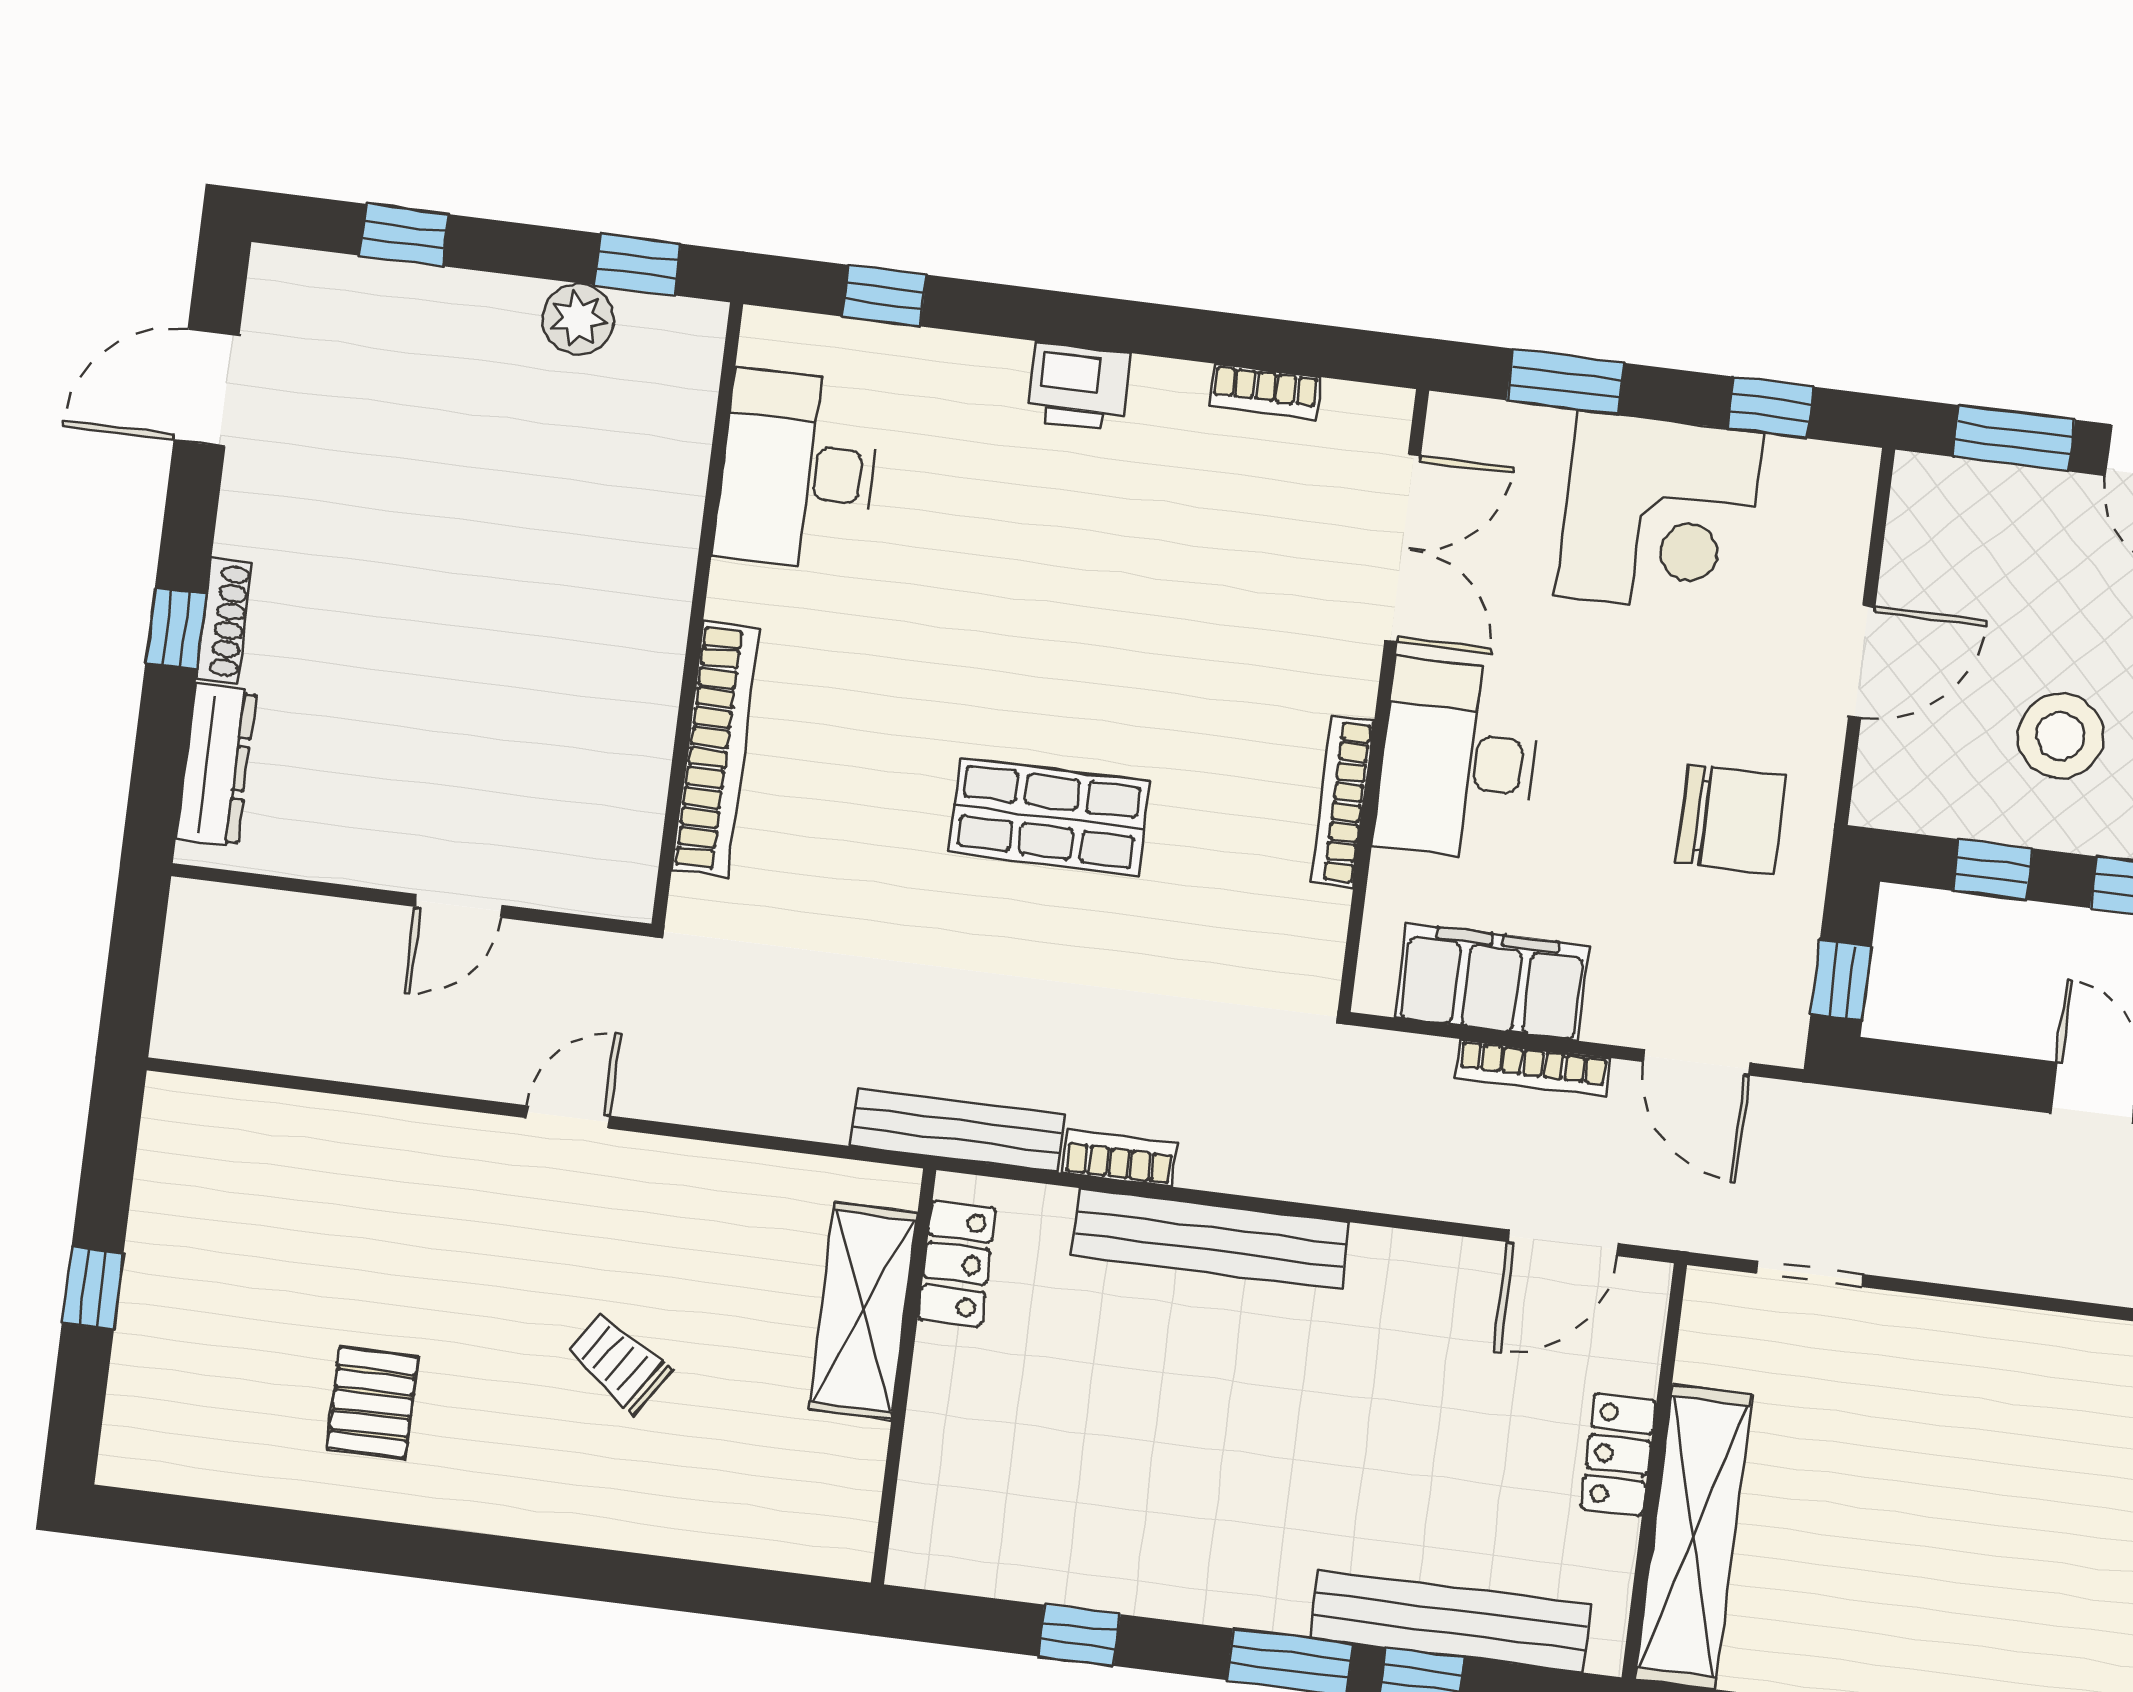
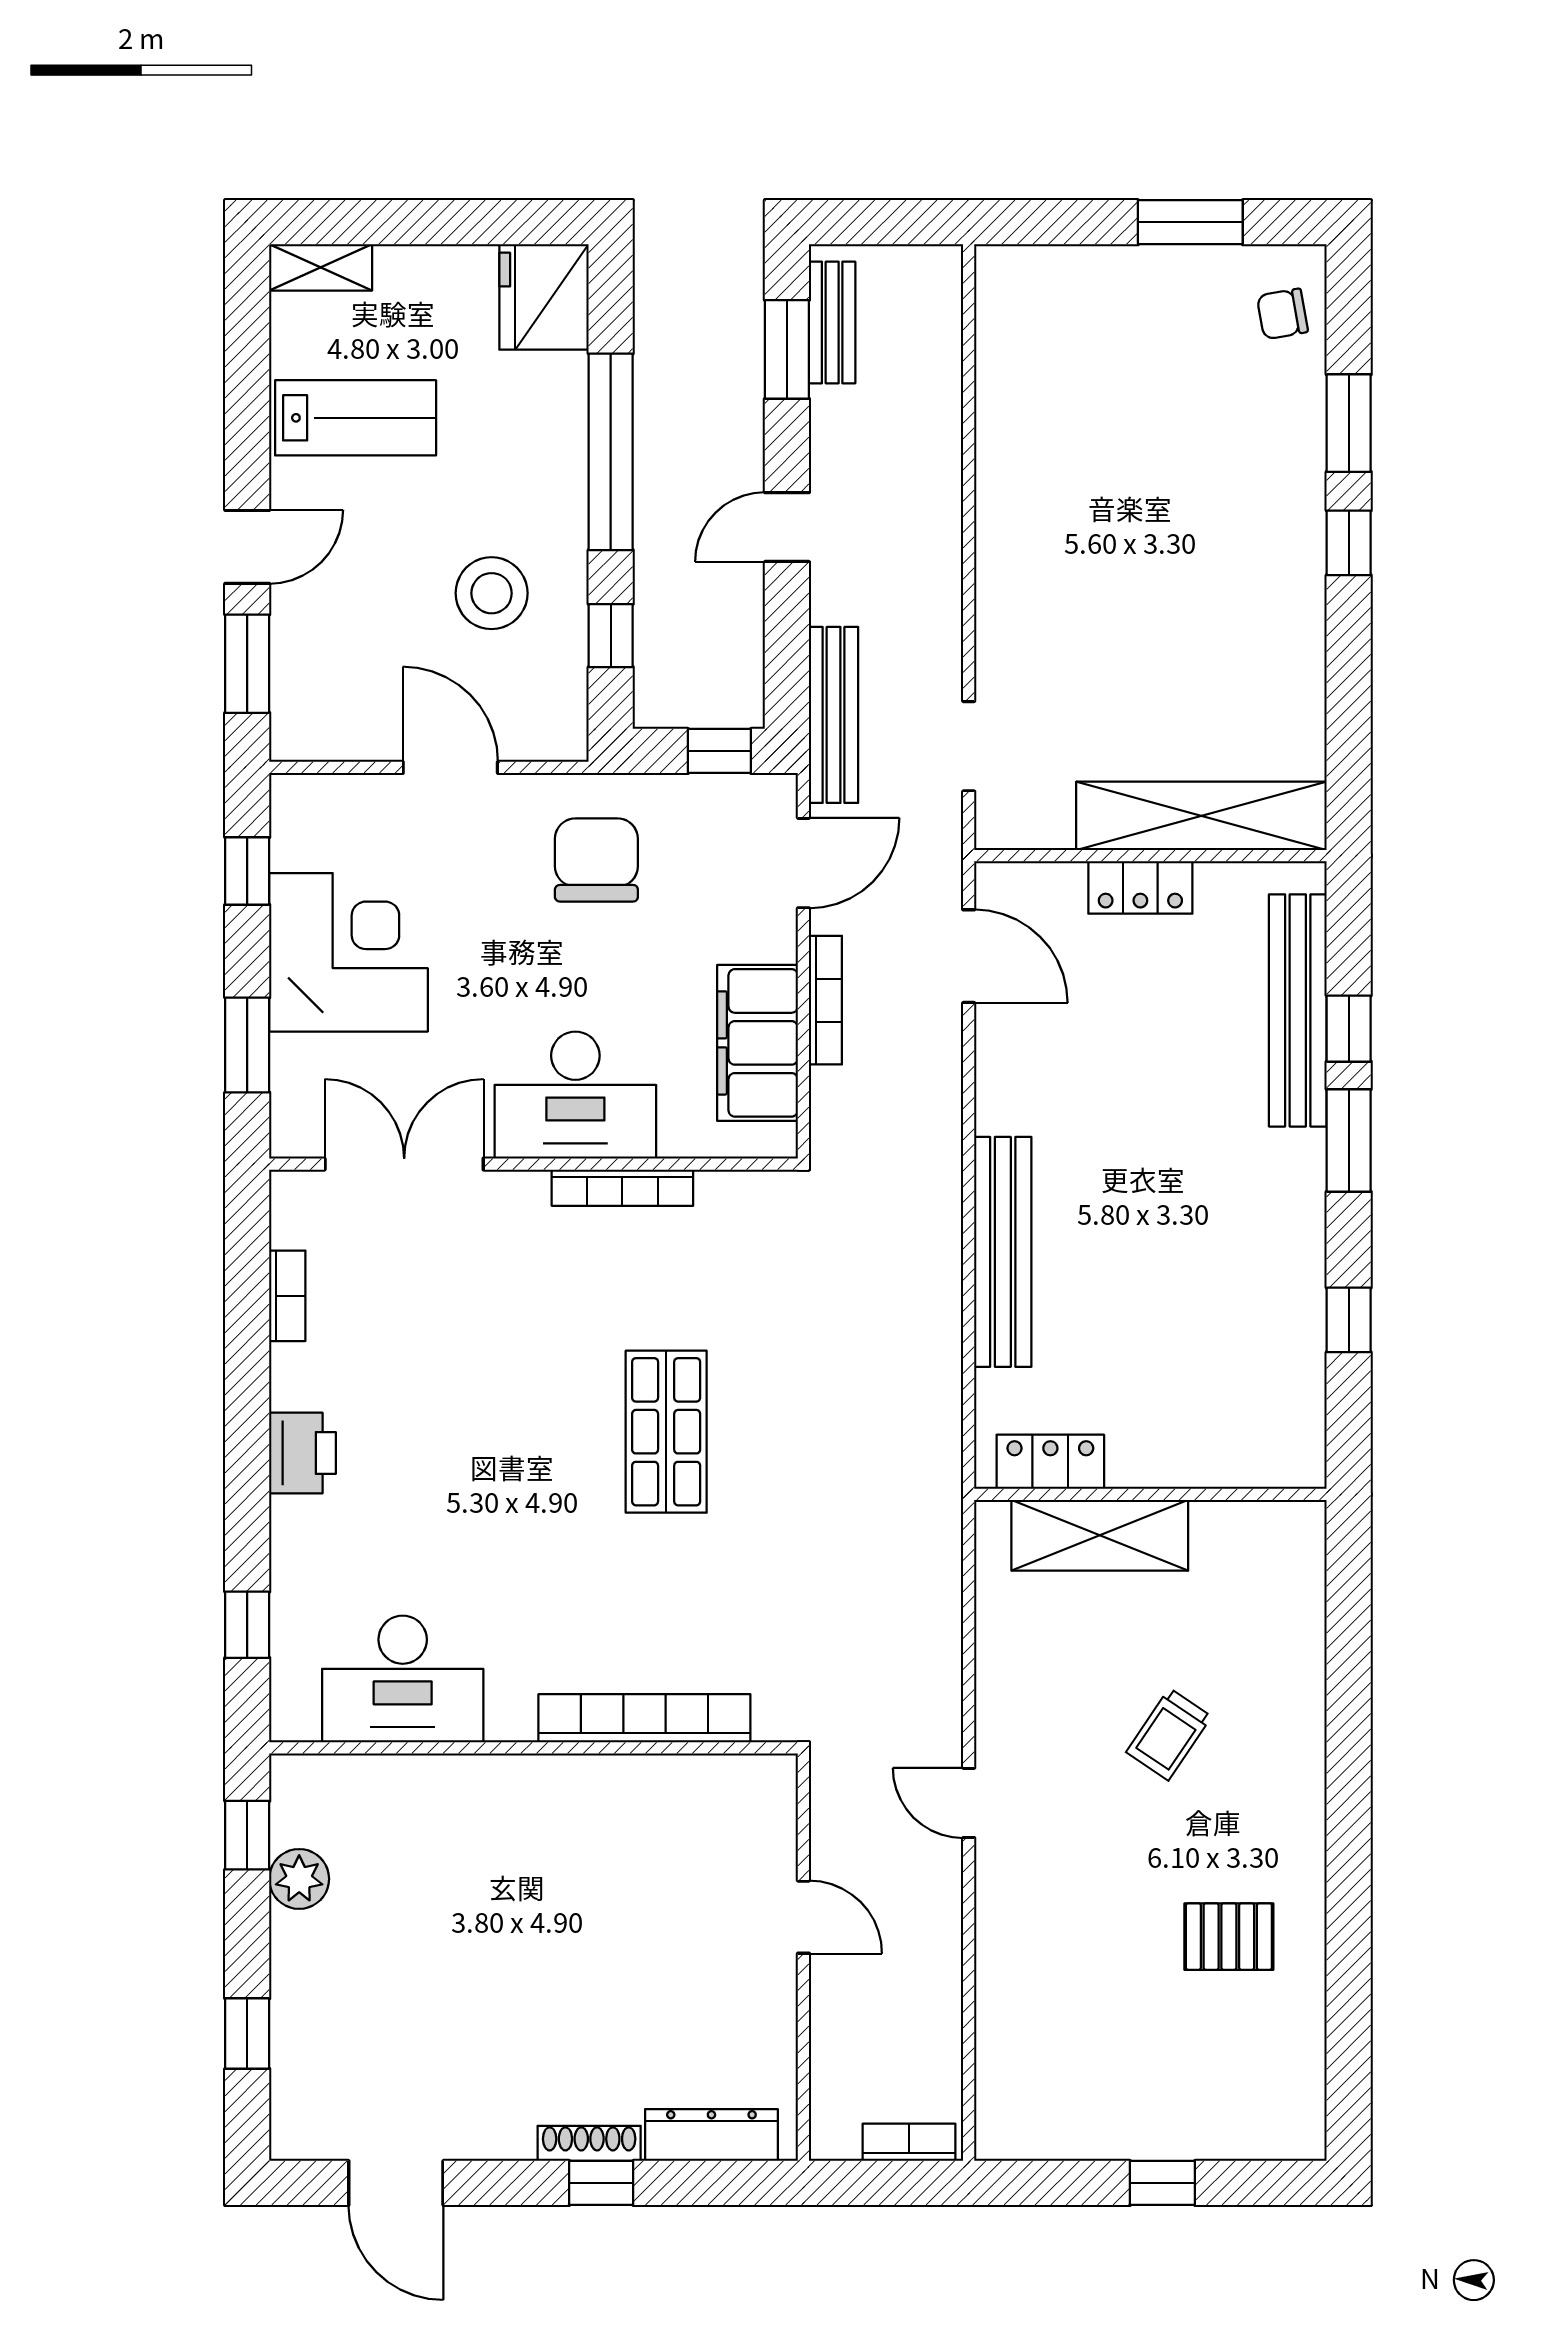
bench: (957, 1130) -> (834, 715), moved
bookcase: (1120, 1158) -> (909, 2142), moved, turned 90

